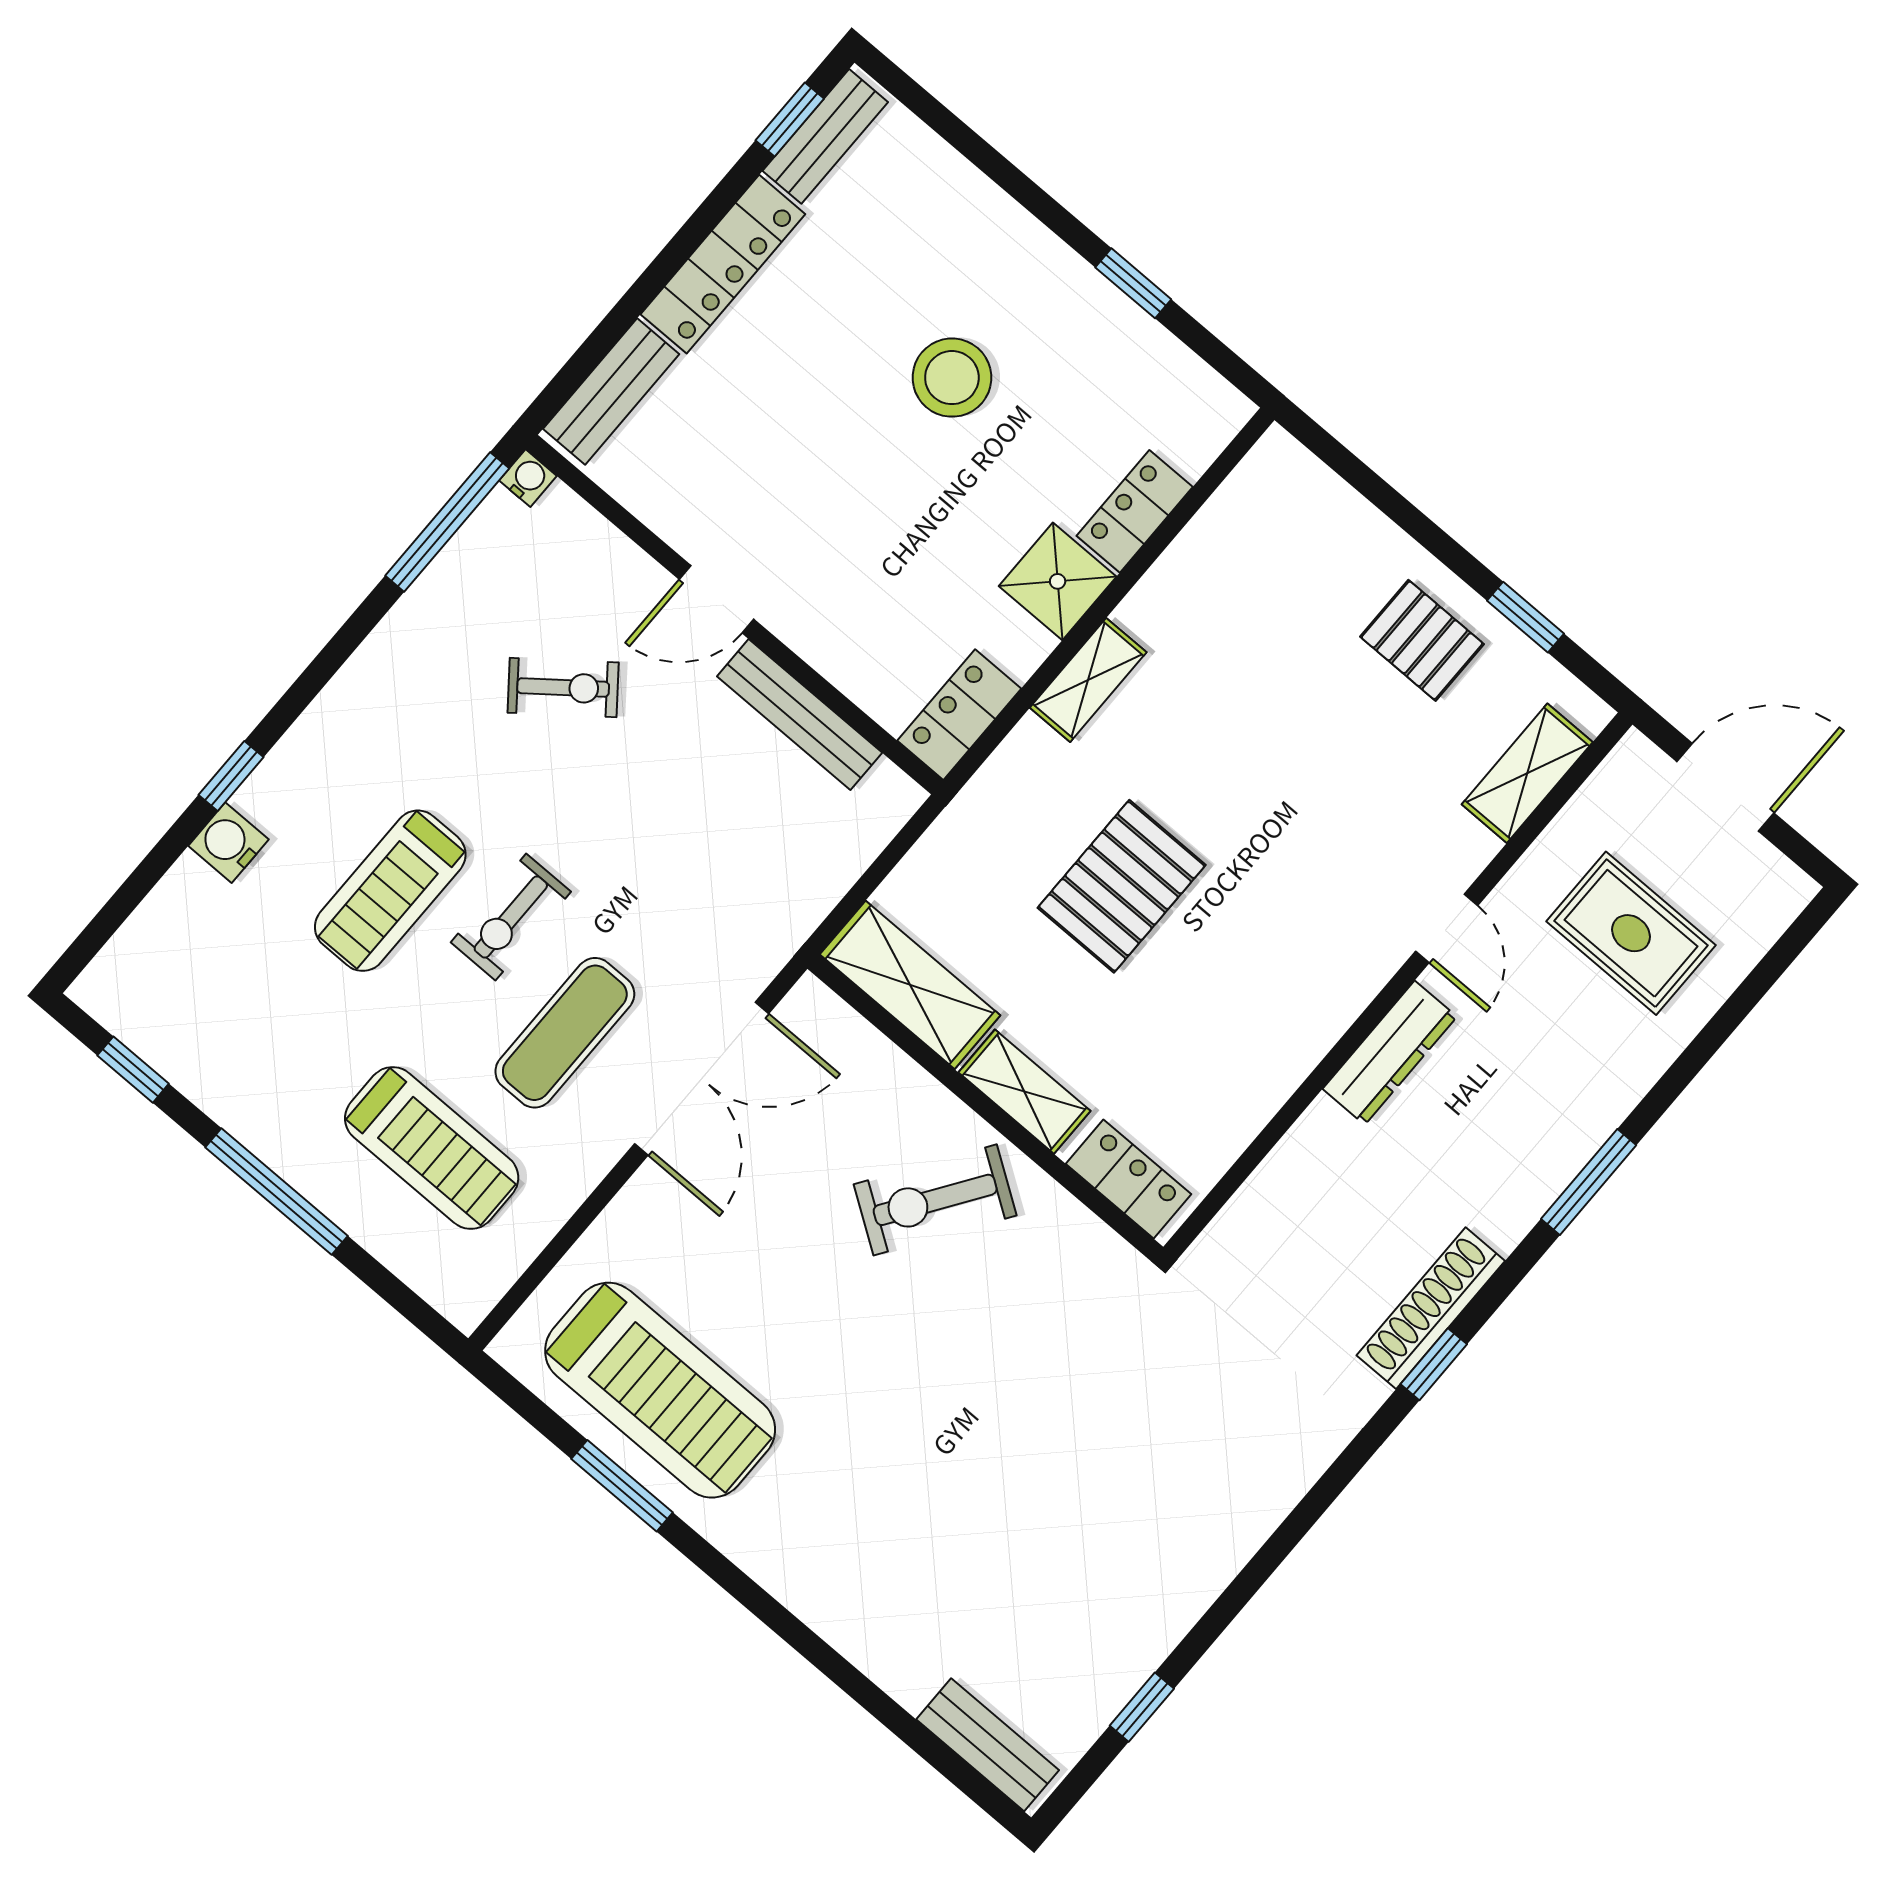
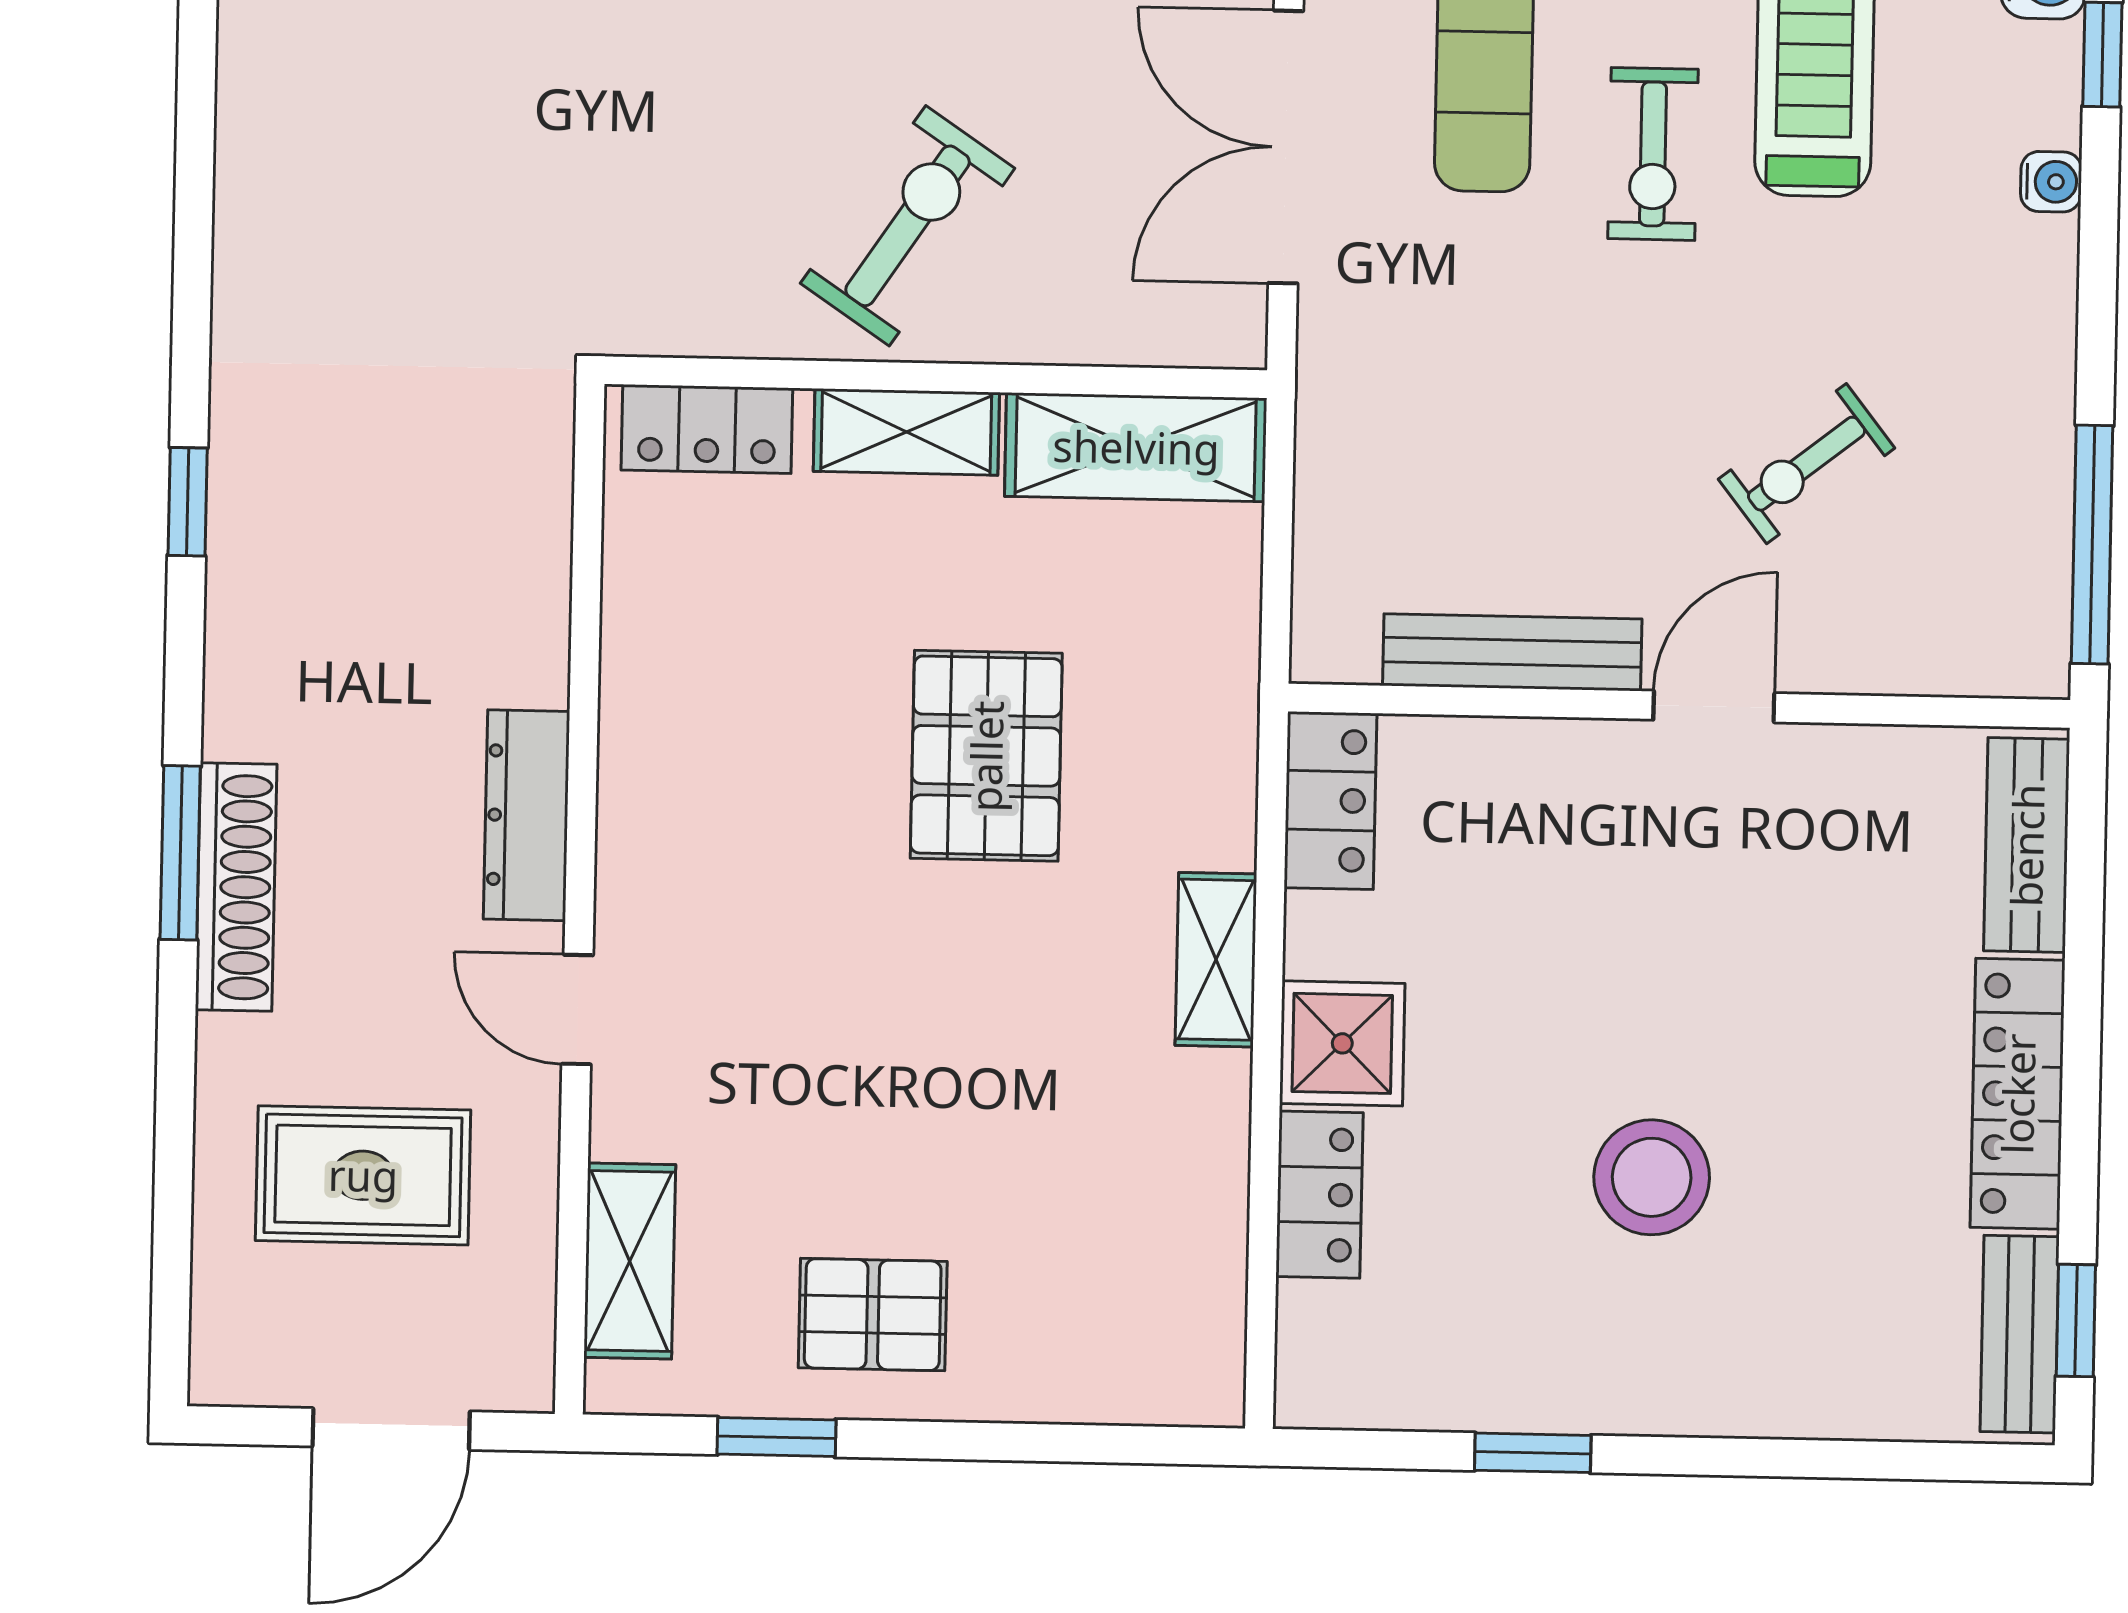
water cooler: (528, 478) -> (2051, 182), moved, turned -90
exercise bike: (511, 917) -> (1653, 154), turned 180
shoe rack: (1431, 1308) -> (236, 887), moved

